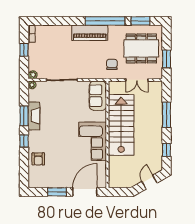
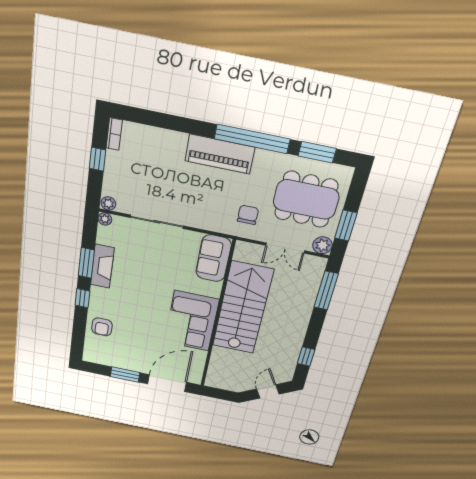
plant: (157, 74) -> (323, 245), added
window: (166, 115) -> (326, 291), moved

